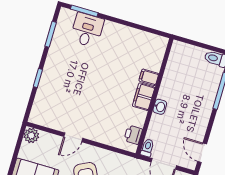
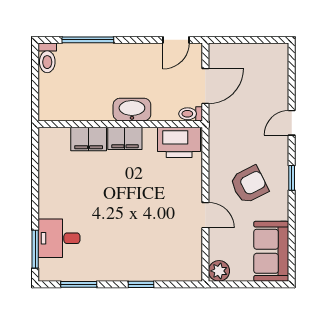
filing cabinet: (149, 77) -> (89, 139), width x2.00
washbasin: (160, 107) -> (132, 110), width x1.91, depth x1.45
printer: (133, 135) -> (179, 142), width x1.87, depth x1.48

